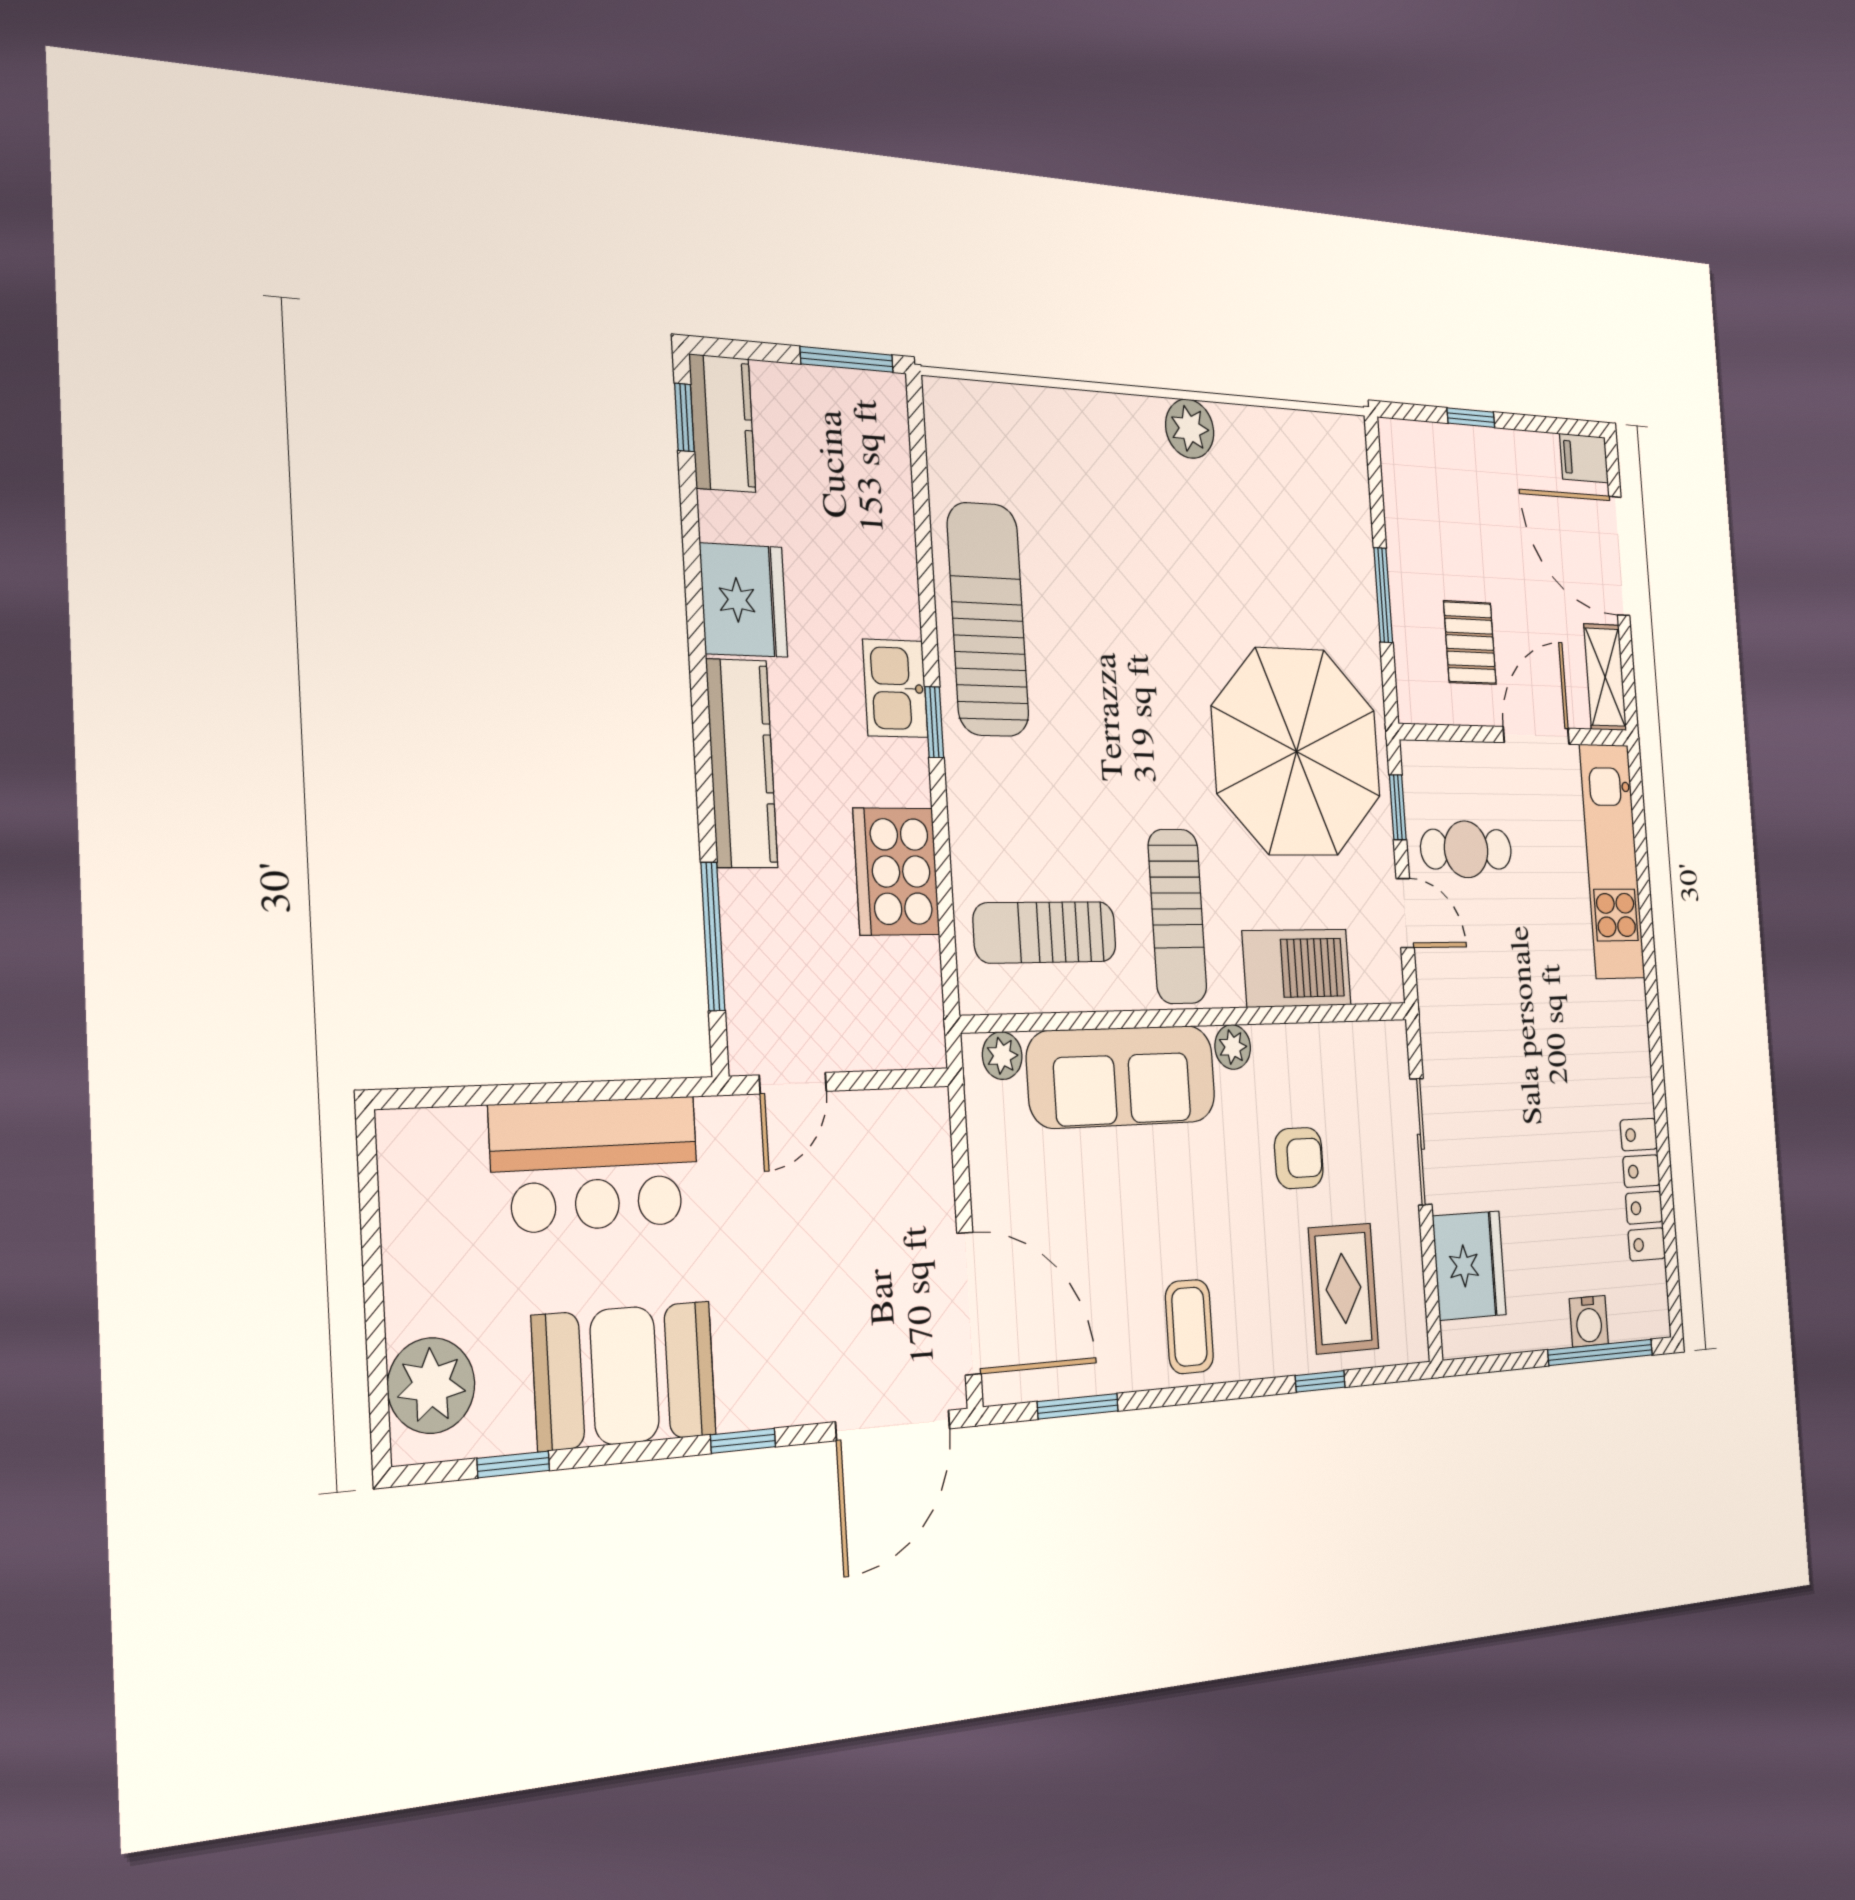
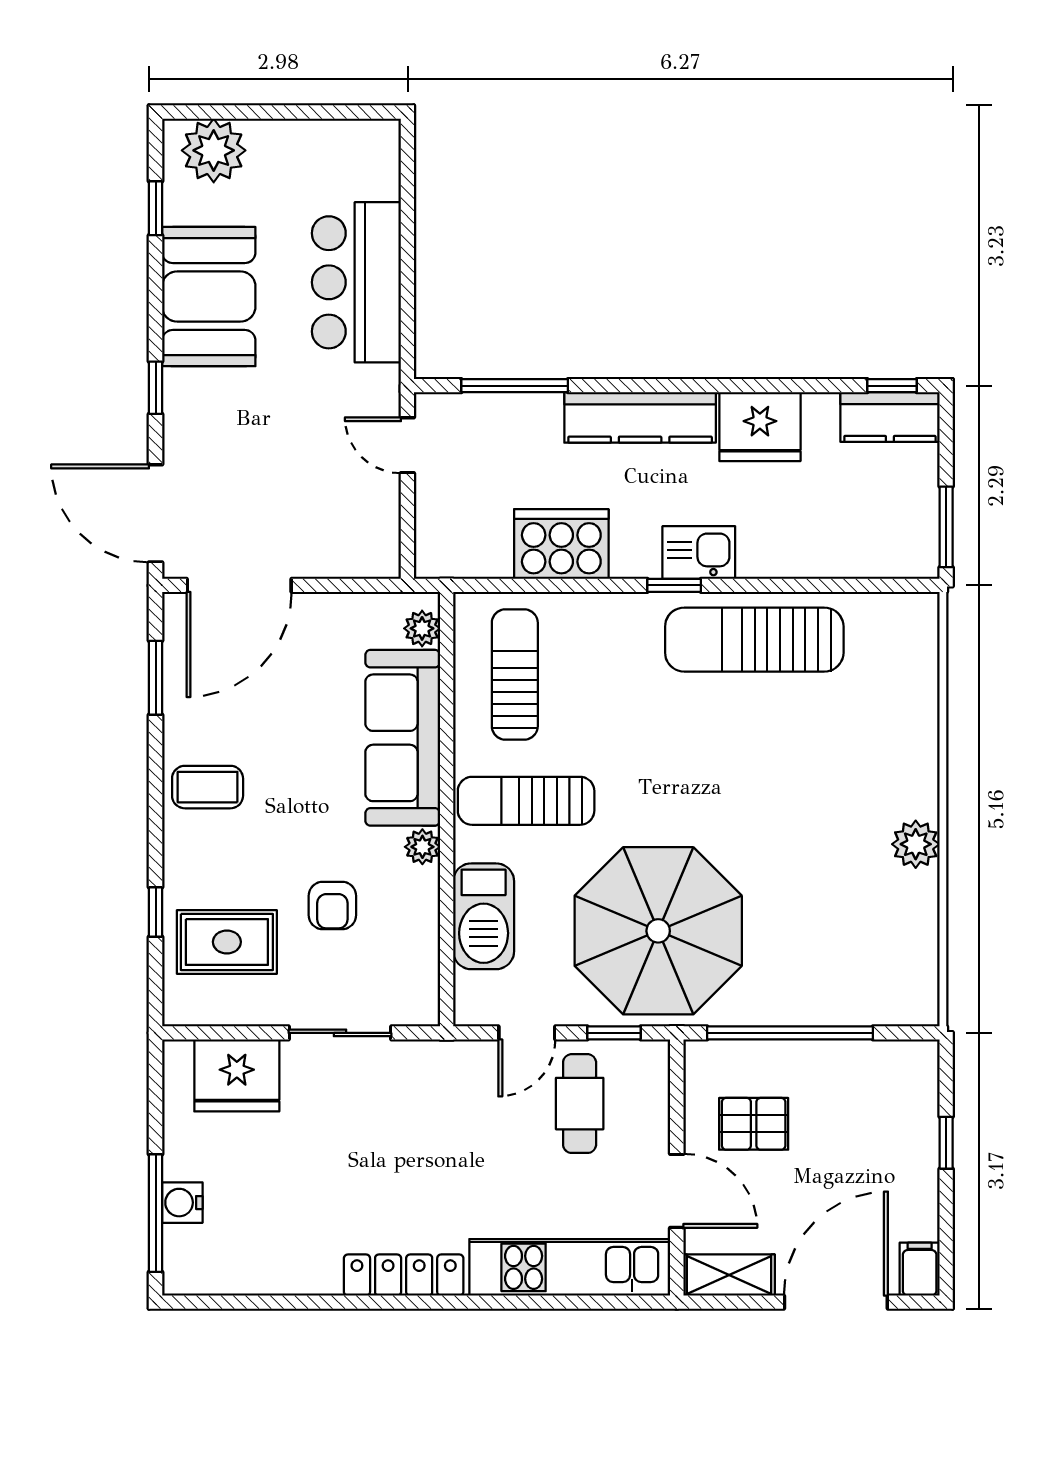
window: (1383, 595) -> (790, 1033), width x2.11
sun lounger: (988, 619) -> (754, 640), turned 180
locker: (1643, 1189) -> (404, 1275), moved

